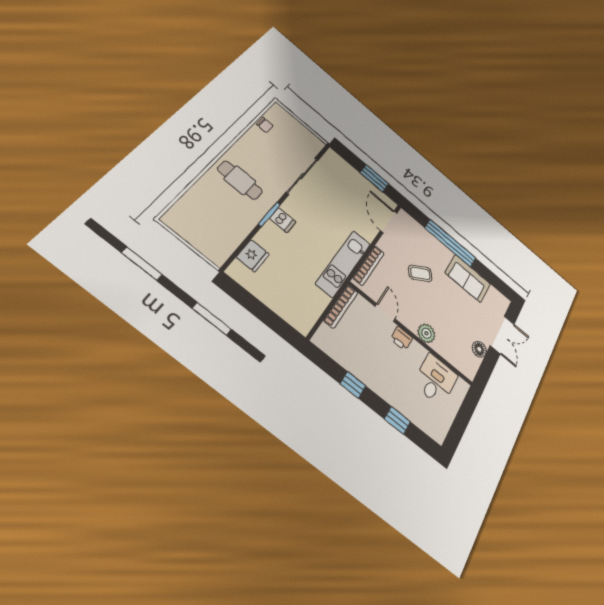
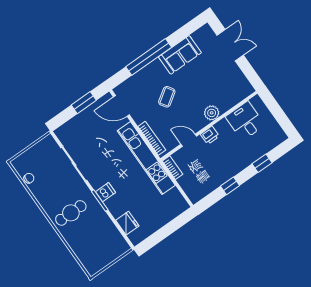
kitchen unit: (343, 264) -> (146, 158), width x1.36
bookcase: (341, 306) -> (173, 168), width x0.64
floor lamp: (479, 349) -> (235, 72), removed

